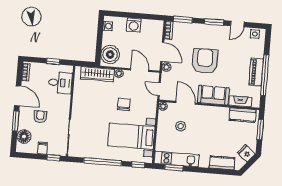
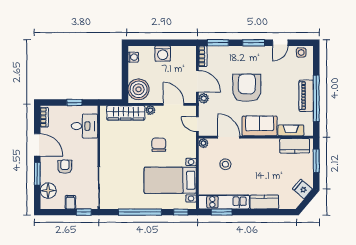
kitchen counter: (222, 163) -> (264, 202), moved

